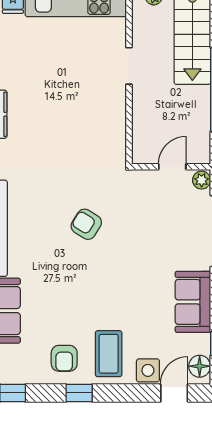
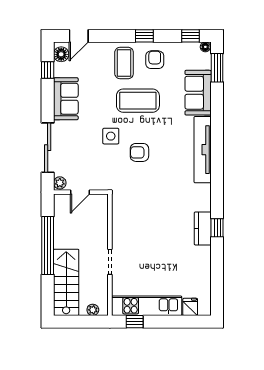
armchair: (86, 224) -> (139, 152), turned 148
coffee table: (88, 299) -> (138, 101), added
side table: (148, 370) -> (111, 136), moved

